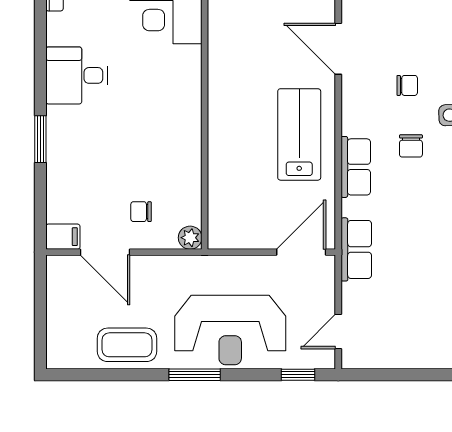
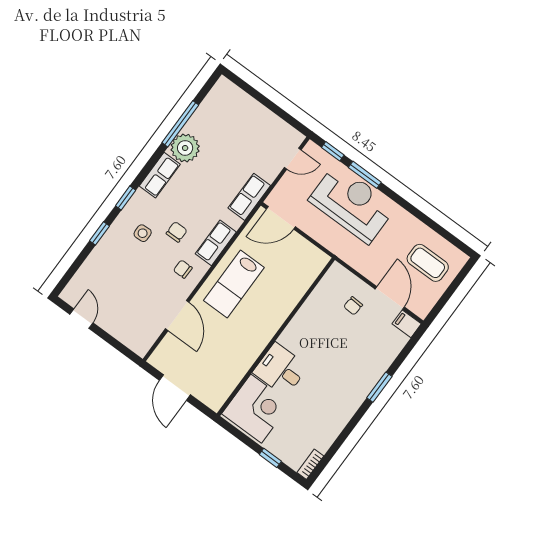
desk: (77, 75) -> (281, 369), moved, turned 180
chair: (407, 85) -> (183, 269), moved
chair: (141, 212) -> (353, 306), turned 94
plant: (190, 238) -> (337, 271), removed
coffee table: (127, 345) -> (428, 263), moved
window: (195, 375) -> (365, 175), moved

